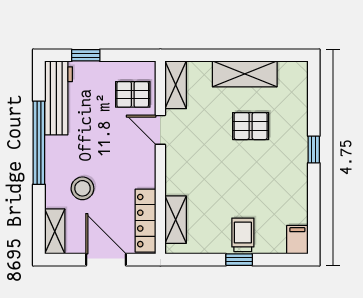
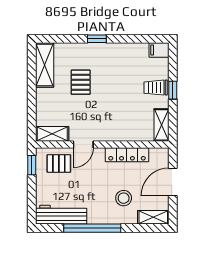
window: (86, 55) -> (32, 165), moved
shelving: (245, 74) -> (45, 65), moved
pallet: (133, 94) -> (59, 163), turned 90
shelving: (176, 220) -> (161, 125), moved, turned 90
locker: (145, 221) -> (127, 155), moved

